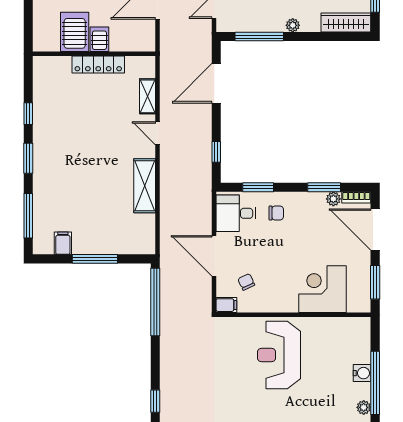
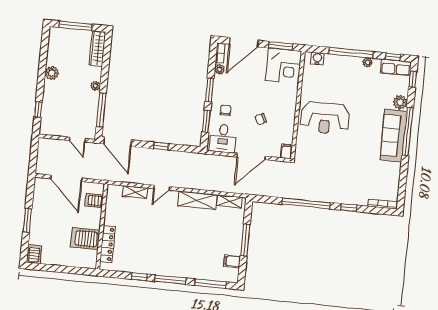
server rack: (99, 39) -> (94, 201), moved
locker: (98, 64) -> (108, 244), moved
door: (216, 83) -> (118, 142), moved
window: (216, 152) -> (161, 146), moved
window: (28, 158) -> (170, 280), width x1.44
window: (324, 187) -> (209, 90), moved
shelving: (148, 232) -> (230, 201), added
chair: (246, 282) -> (261, 119), moved
corner desk: (322, 289) -> (284, 66), moved, turned -90
window: (155, 302) -> (306, 203), moved
water cooler: (362, 373) -> (317, 59), moved

